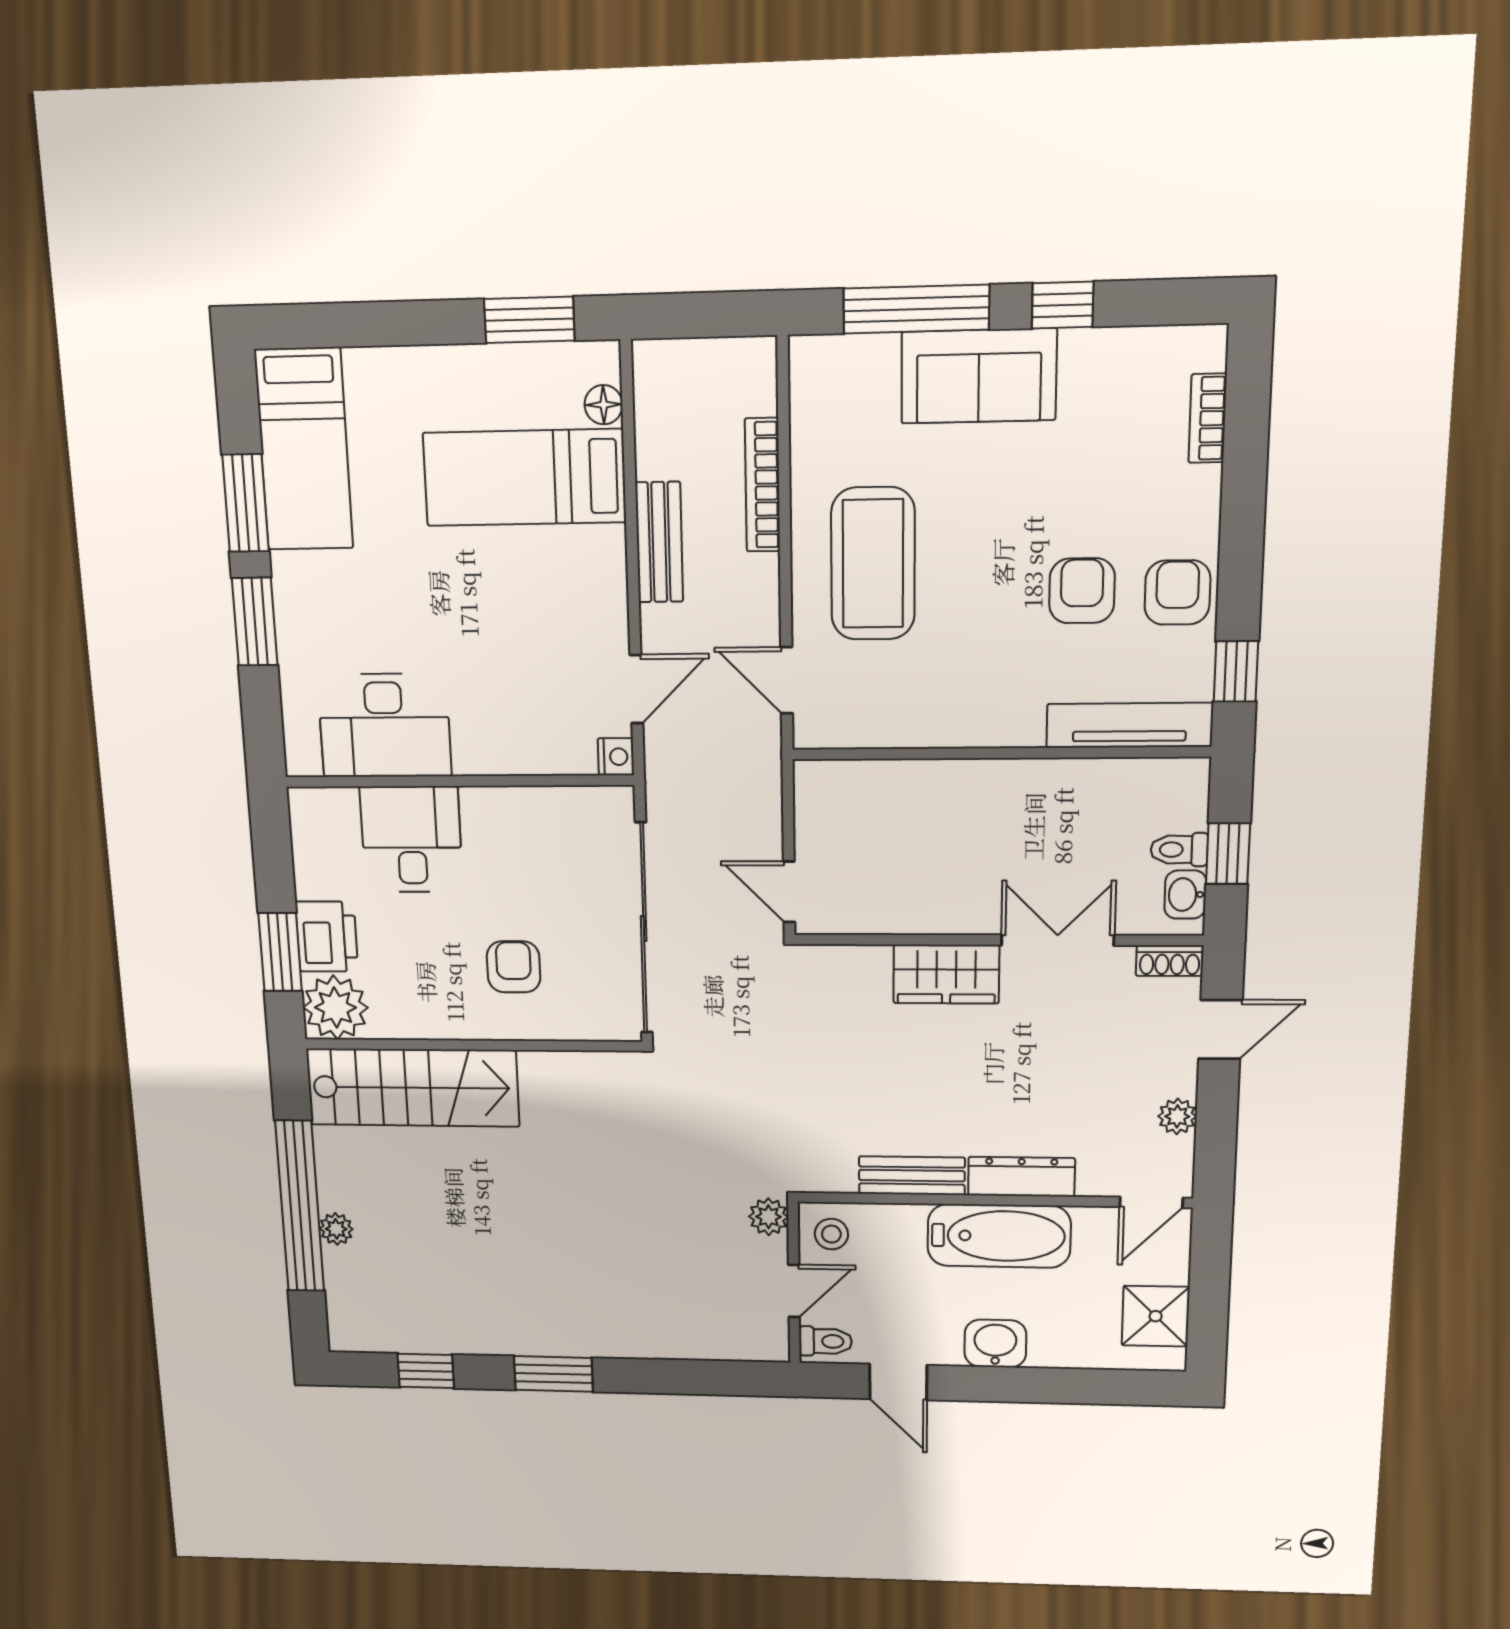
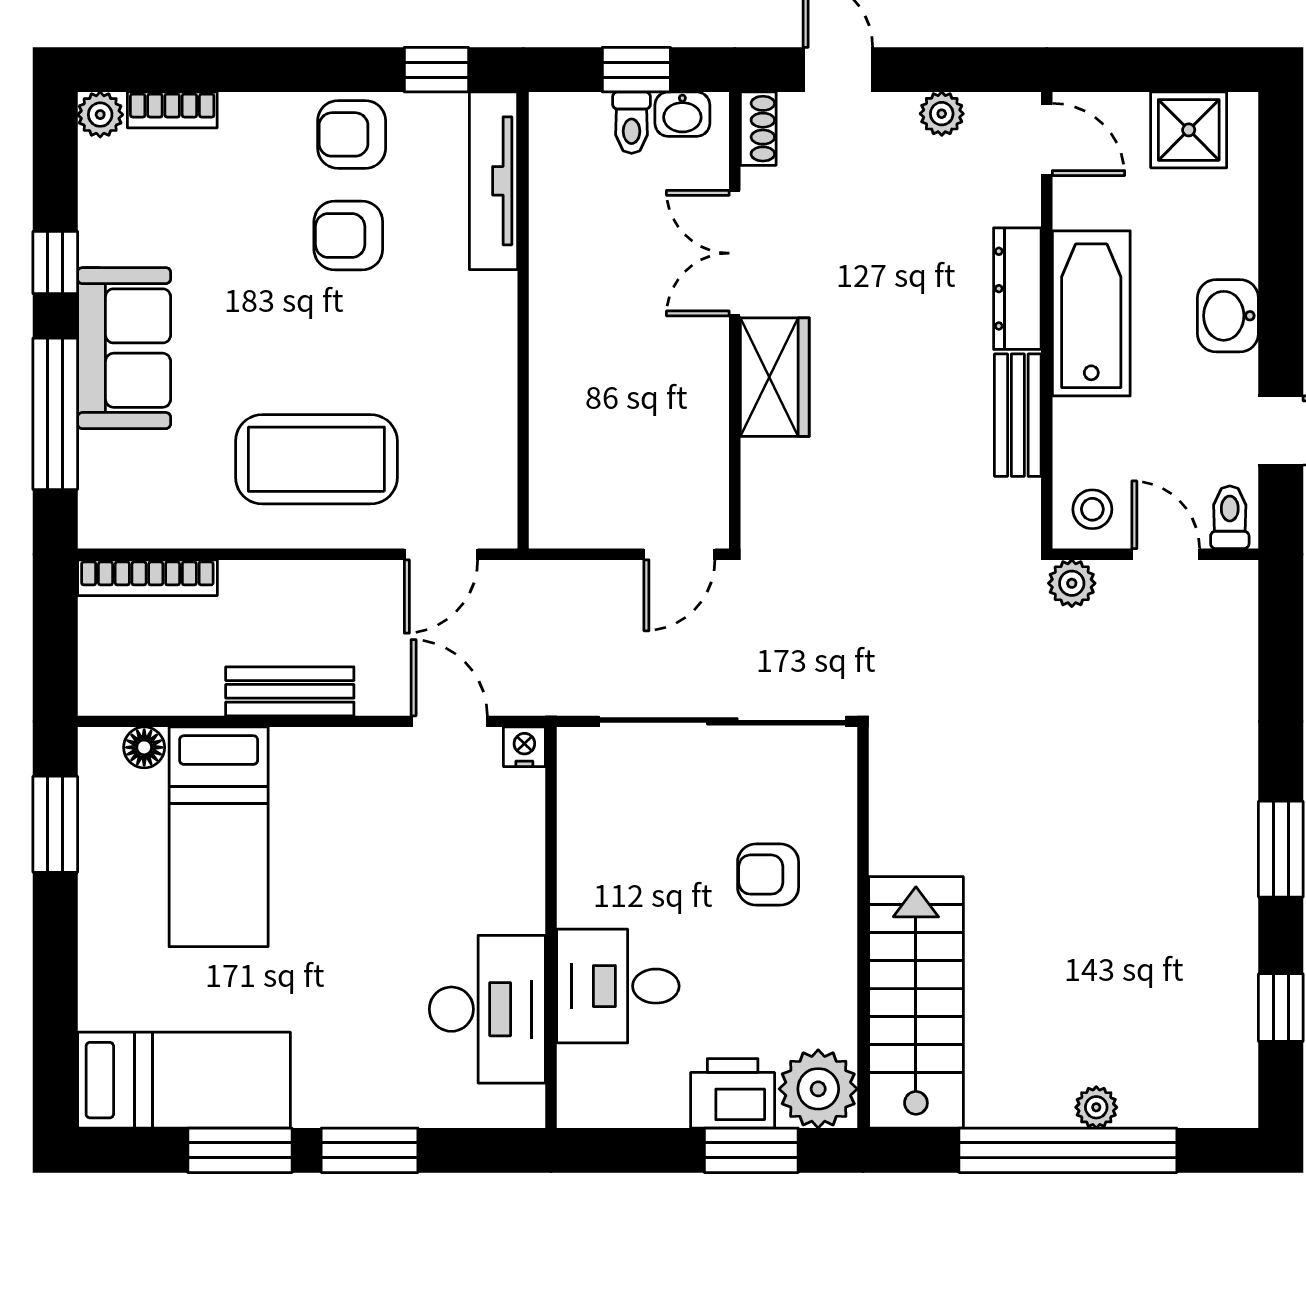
plant: (1206, 346) -> (100, 115), added
bookcase: (762, 485) -> (147, 578), moved

